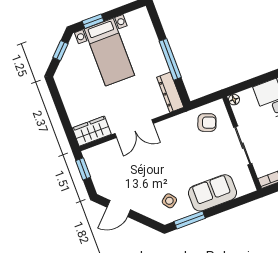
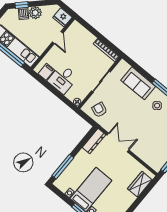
window: (170, 59) -> (63, 167), moved
double door: (134, 129) -> (118, 142), moved
wardrobe: (92, 131) -> (140, 184), moved, turned 90

